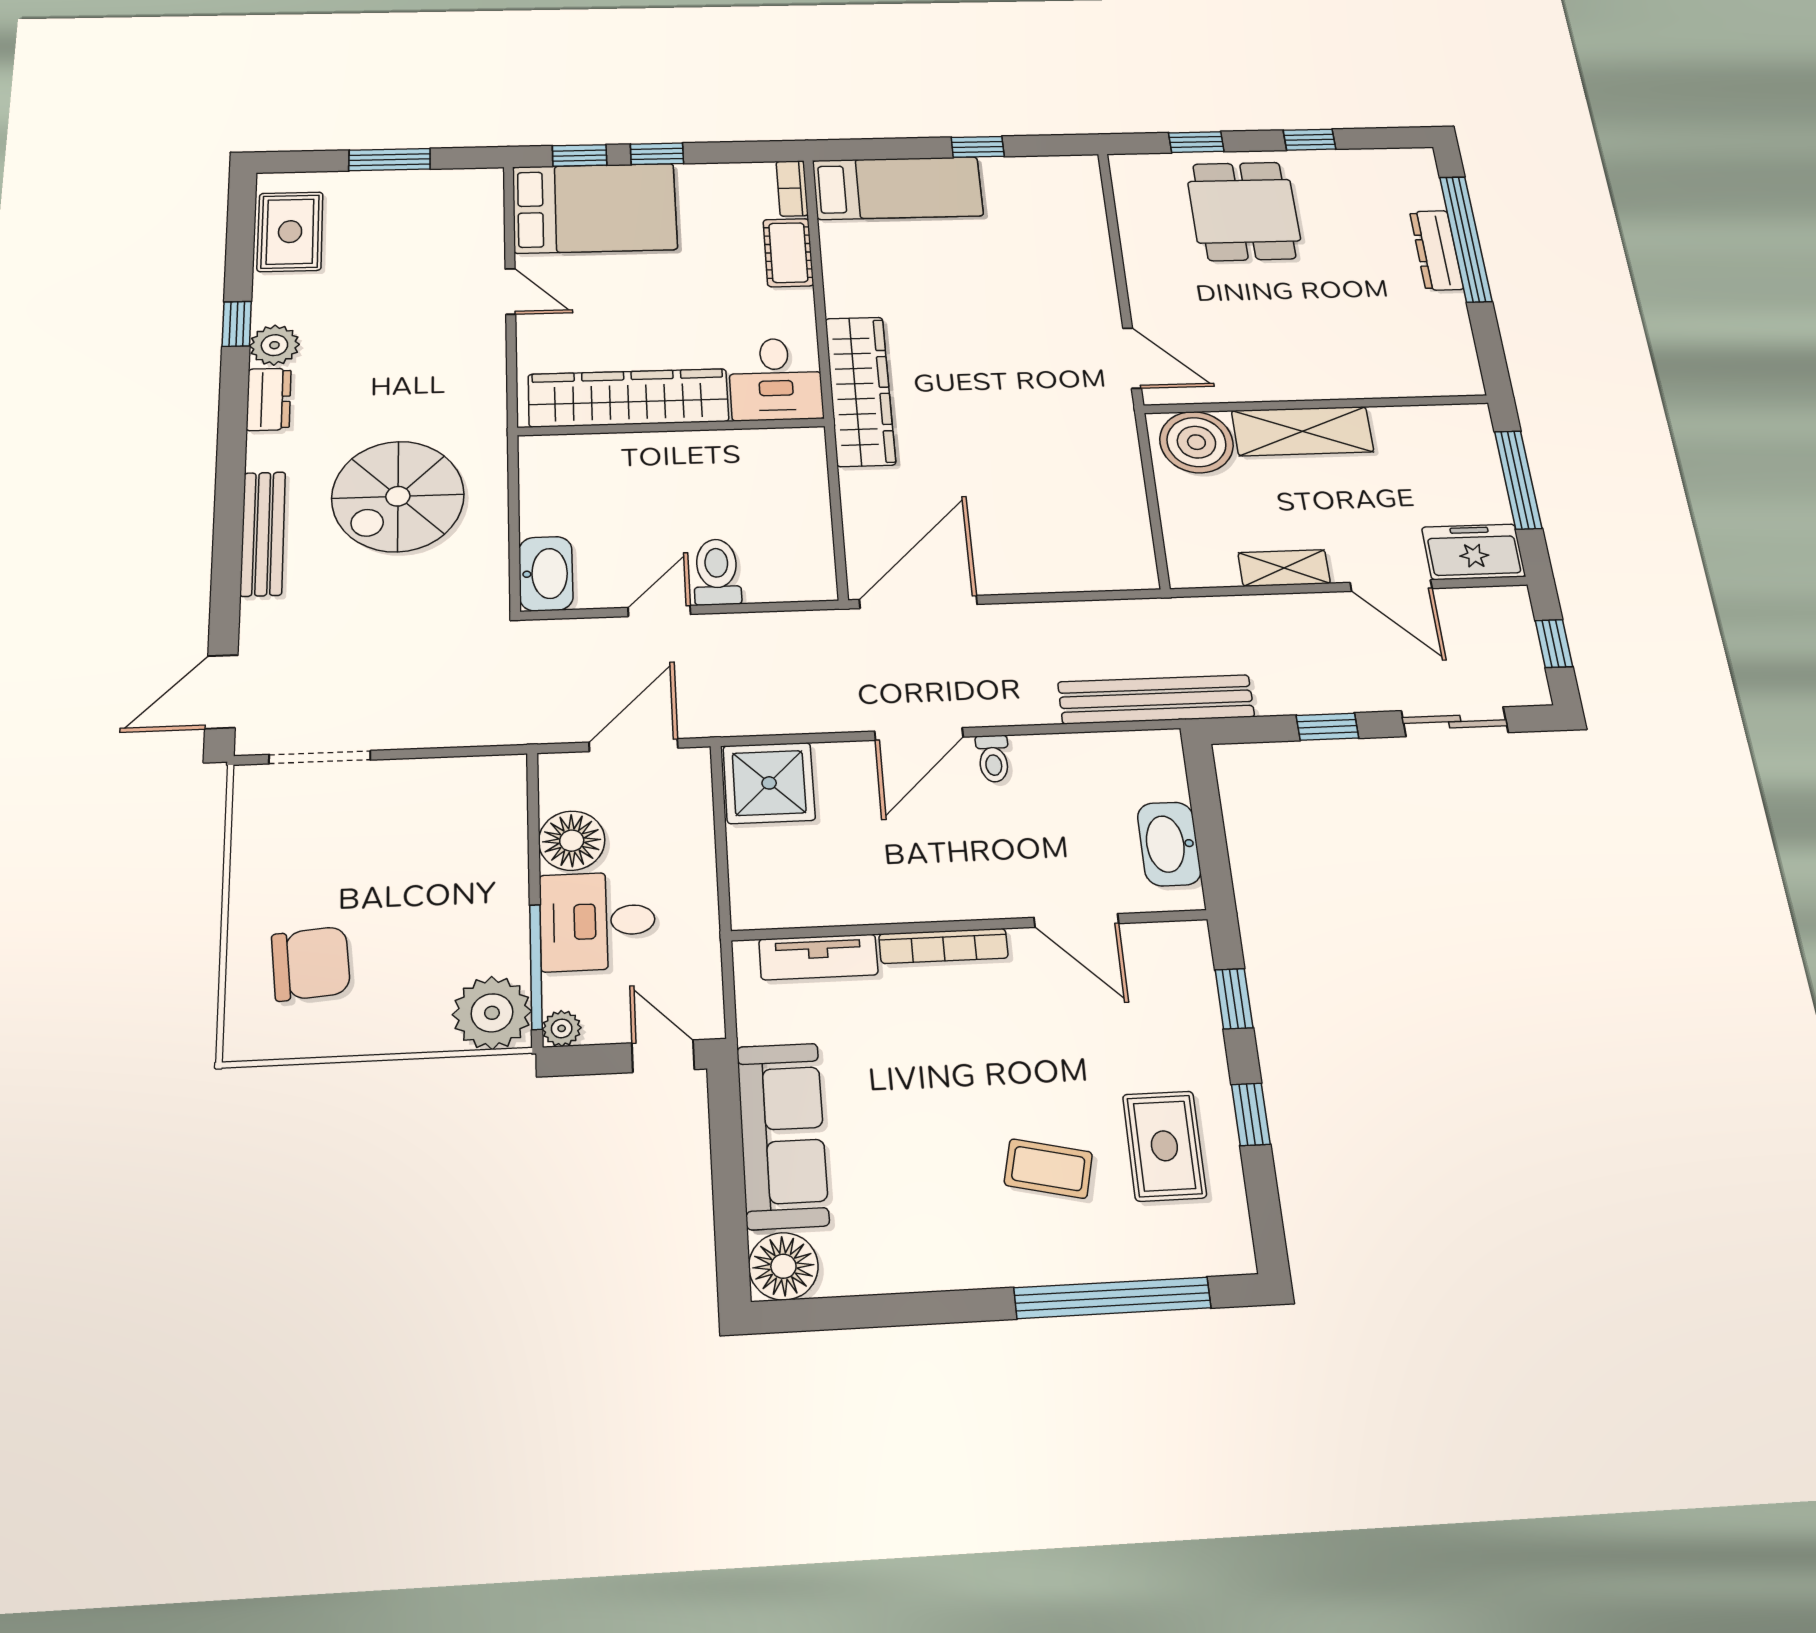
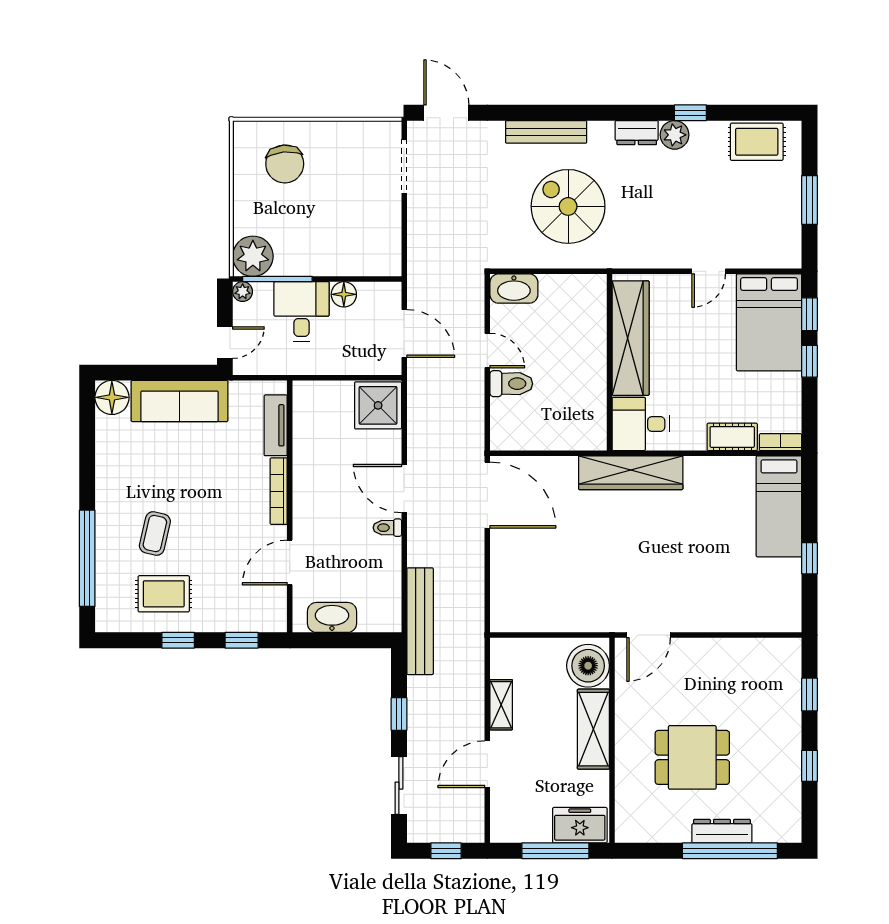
dining table: (1244, 211) -> (692, 757), moved
freezer: (1473, 552) -> (580, 825), moved, turned -90
floor lamp: (572, 841) -> (344, 294), width x0.73, depth x0.73

